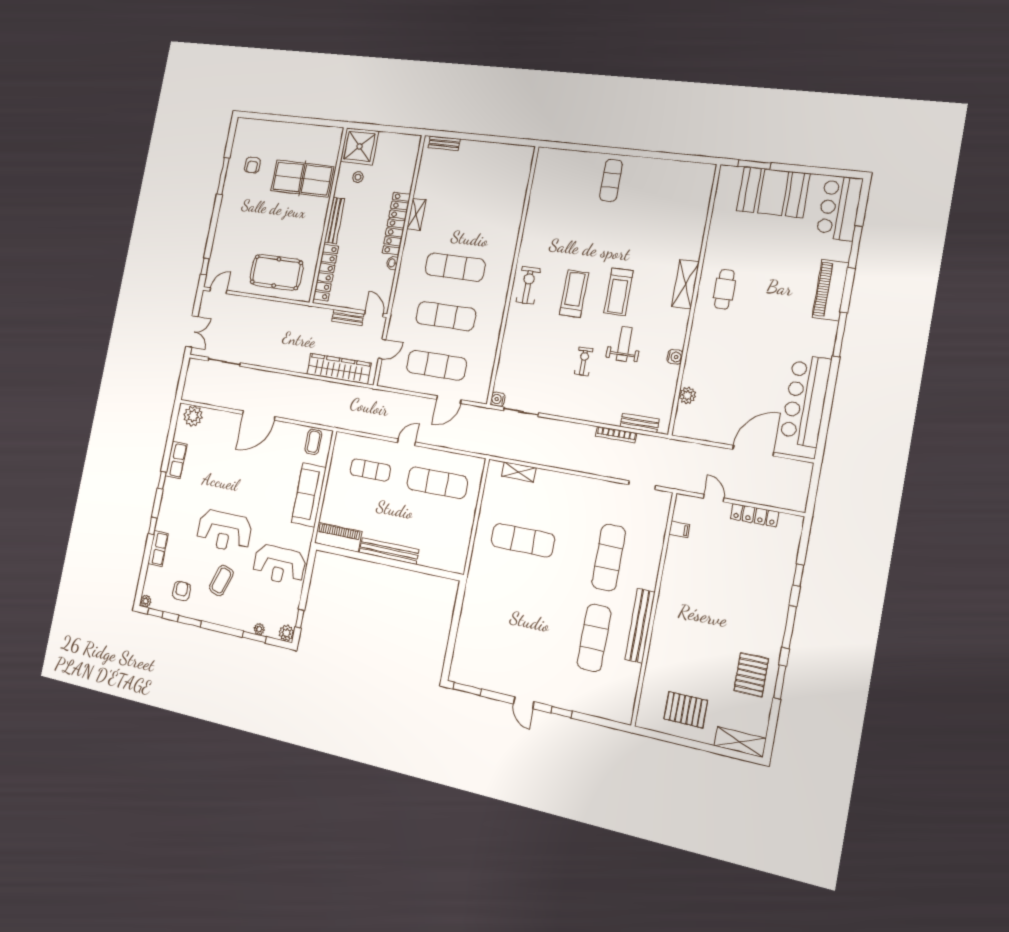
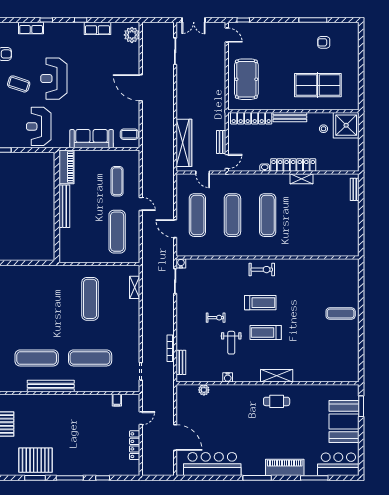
table tennis table: (302, 178) -> (318, 85), turned 90
weight bench: (624, 344) -> (231, 343), turned 90
pallet: (751, 675) -> (36, 460), width x1.37, depth x1.41

